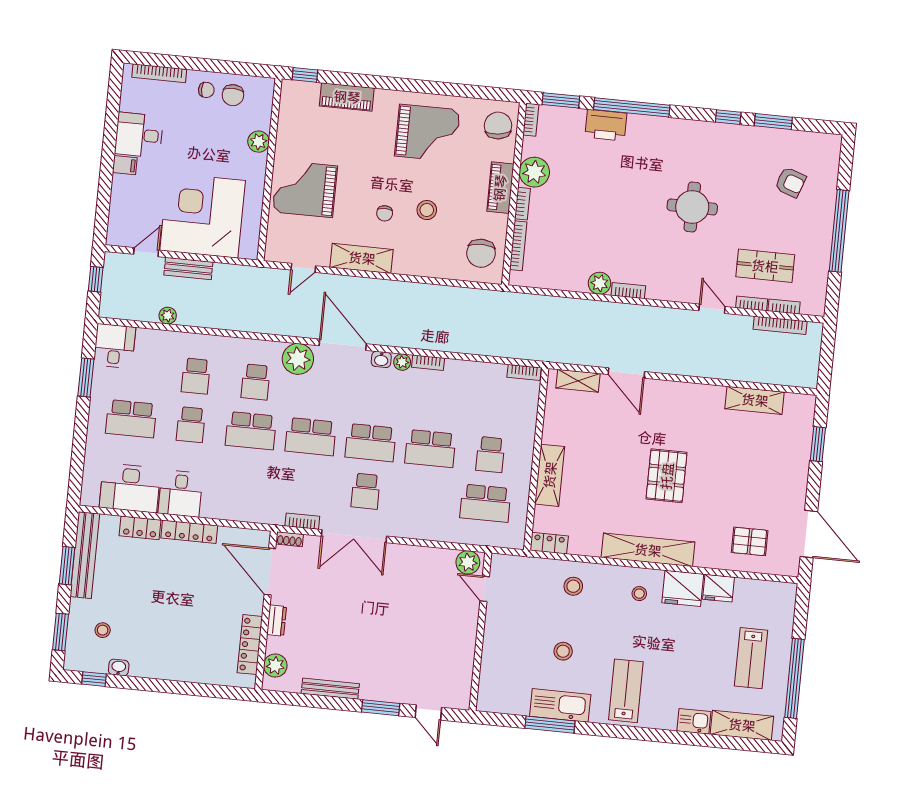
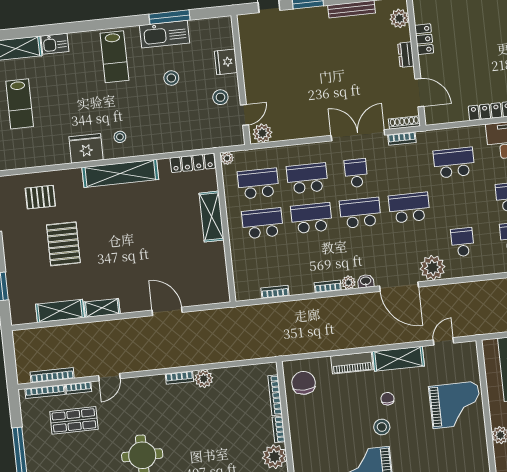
piano: (500, 188) -> (352, 363), moved, turned 90
stool: (427, 210) -> (382, 427), moved
bookcase: (784, 307) -> (45, 392), width x1.56
door: (712, 309) -> (109, 377), hinge flipped
bookcase: (524, 372) -> (275, 292), moved
shelving: (578, 381) -> (102, 308), moved
school desk: (251, 431) -> (454, 163), moved
school desk: (490, 455) -> (262, 223), width x1.85
pallet: (667, 476) -> (63, 244), moved
school desk: (426, 497) -> (307, 178), added
shoe rack: (290, 539) -> (404, 122), width x1.43
plant: (517, 541) -> (227, 158), added
locker: (549, 543) -> (193, 163), width x1.53
door: (270, 572) -> (419, 93), width x0.73
stool: (573, 586) -> (220, 97), moved
fridge: (719, 588) -> (226, 62), moved, turned -90
door: (485, 589) -> (245, 115), hinge flipped
locker: (250, 645) -> (424, 39), width x0.66
lab bench: (751, 658) -> (20, 104), turned 180

